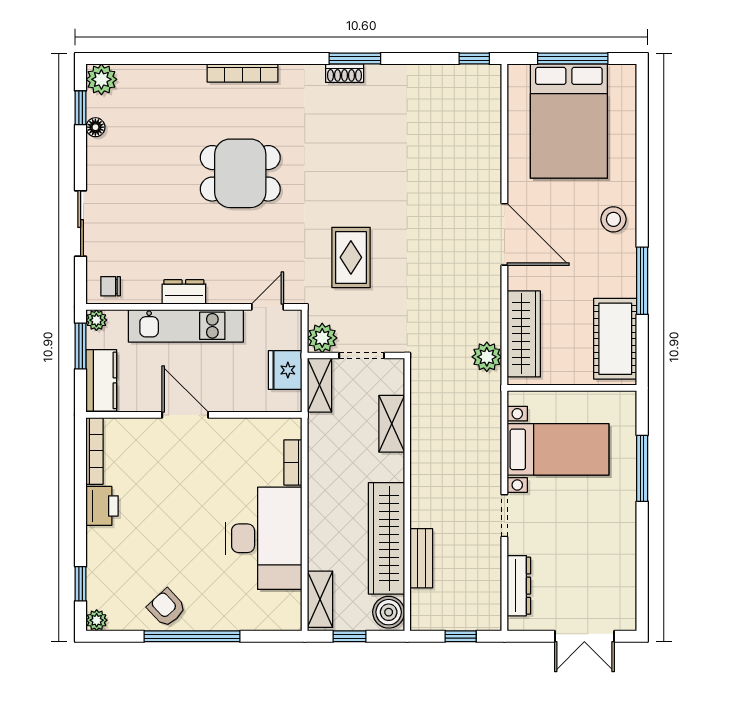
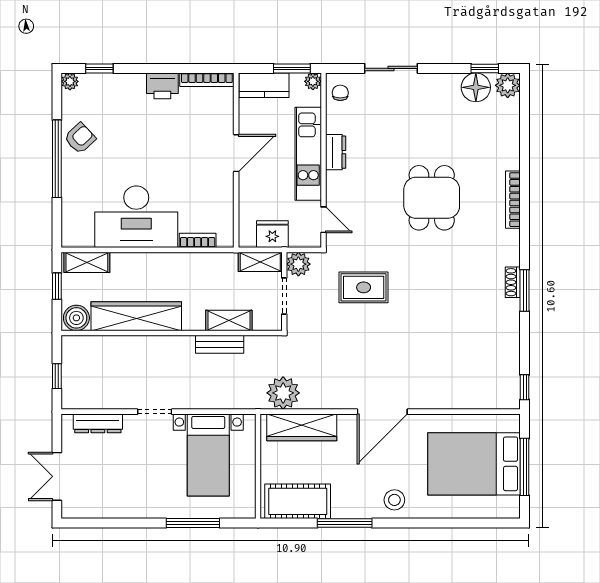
floor lamp: (95, 127) -> (476, 87), width x1.89, depth x1.89
plant: (487, 357) -> (283, 393), width x1.36, depth x1.36
bench: (421, 558) -> (220, 344), moved

